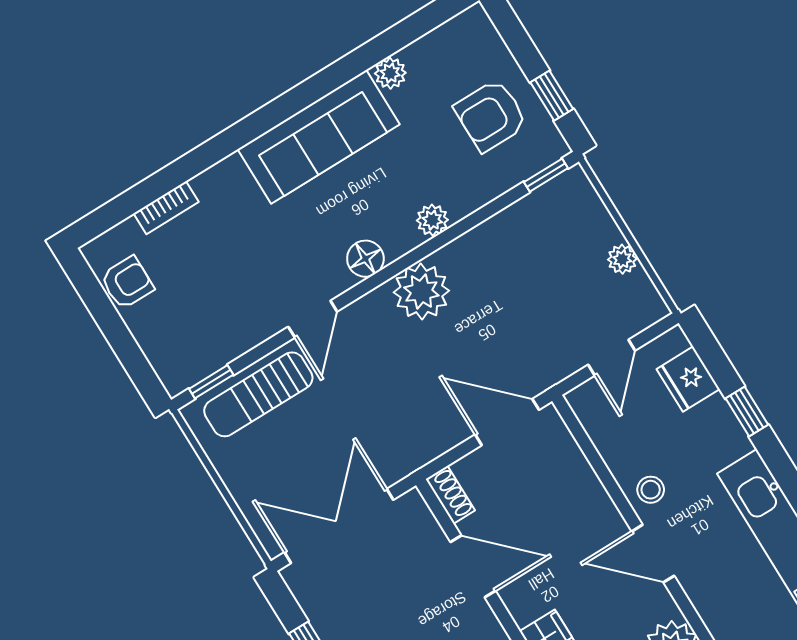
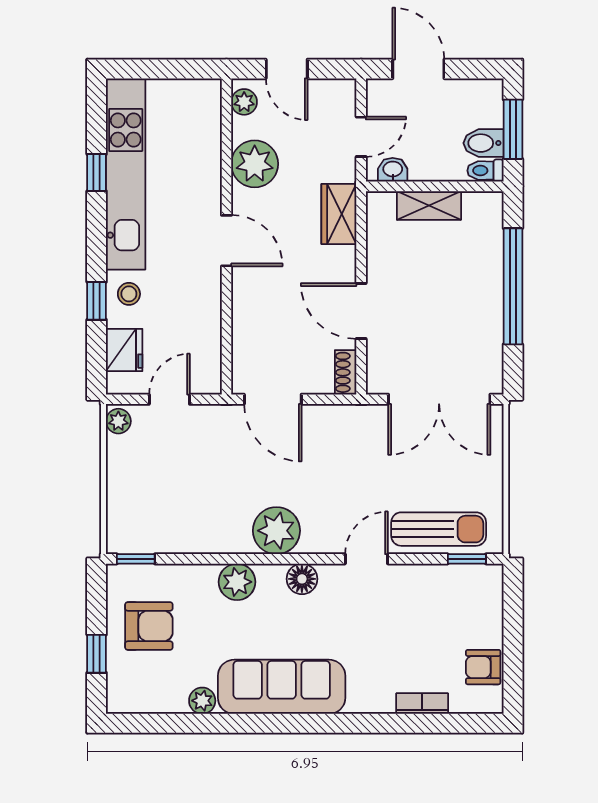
window: (552, 96) -> (97, 654), moved
plant: (432, 220) -> (237, 582), width x1.38, depth x1.38
plant: (622, 259) -> (118, 421), moved
stool: (651, 490) -> (129, 294), moved

